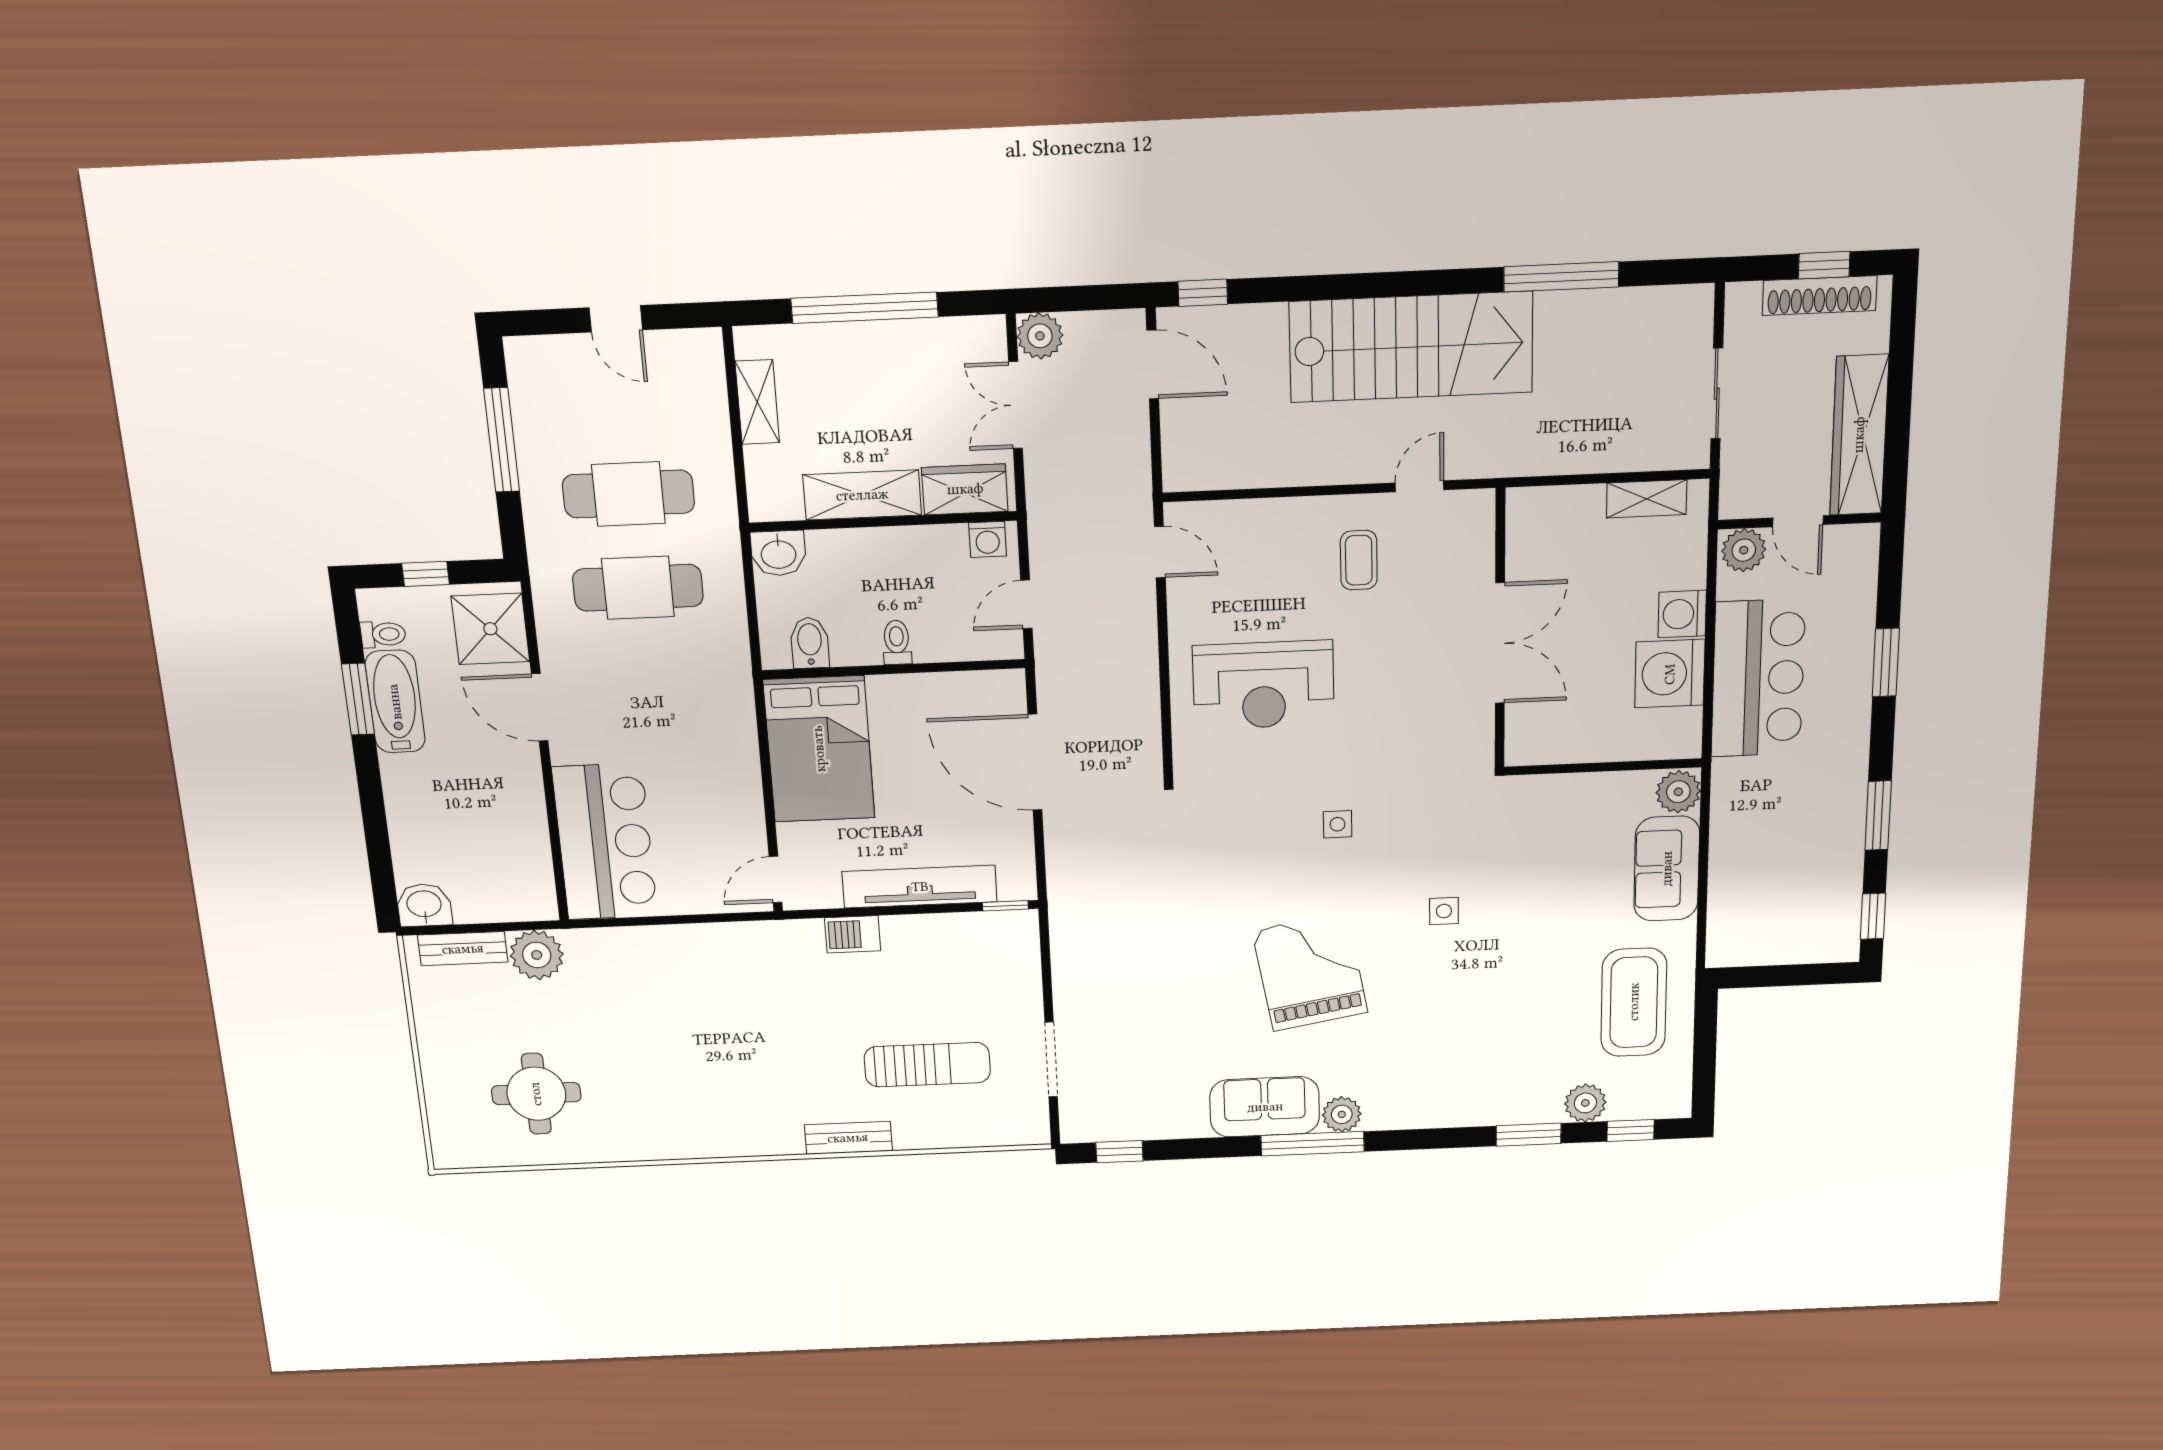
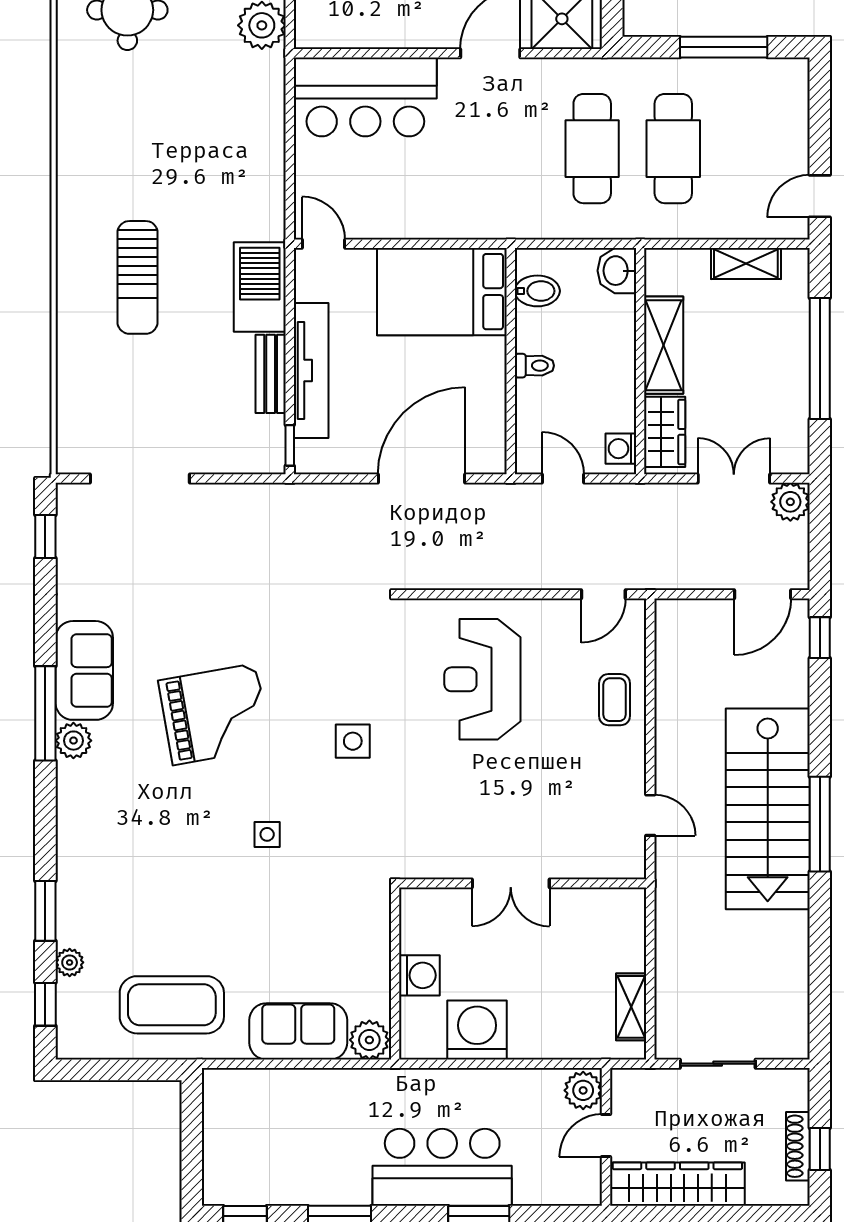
window: (1561, 277) -> (820, 824), moved
shoe rack: (1820, 296) -> (798, 1146), width x0.74, depth x0.81
door: (616, 319) -> (820, 196), moved
coffee table: (1359, 560) -> (614, 700), moved, turned 90
washing machine: (1682, 614) -> (419, 975), moved, turned 90
double door: (1500, 643) -> (511, 883), width x0.73
bar counter: (1758, 678) -> (442, 1167), moved, turned 180
side table: (1338, 824) -> (353, 741), width x1.37, depth x1.37
barbecue: (853, 934) -> (260, 287), width x1.88, depth x1.53
doorway: (1051, 1059) -> (140, 479), width x1.36
sun lounger: (927, 1065) -> (138, 277), moved
plant: (1585, 1103) -> (70, 962), width x0.73, depth x0.73
bench: (848, 1138) -> (271, 374), moved

